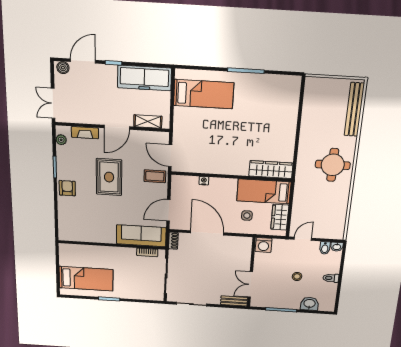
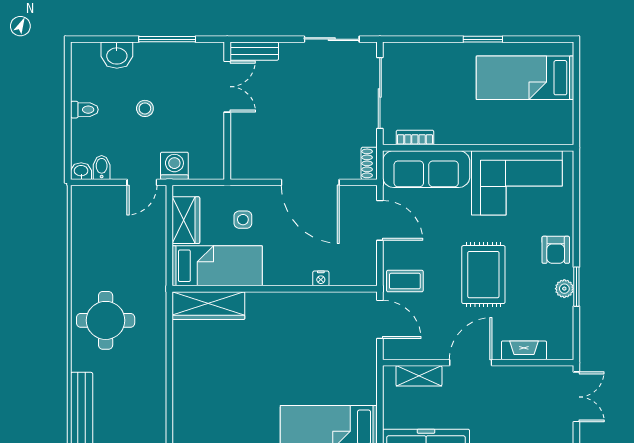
plant: (61, 140) -> (564, 289), moved
door: (168, 210) -> (380, 220), hinge flipped
corner sofa: (90, 225) -> (517, 183), added
washing machine: (264, 245) -> (174, 166), moved

